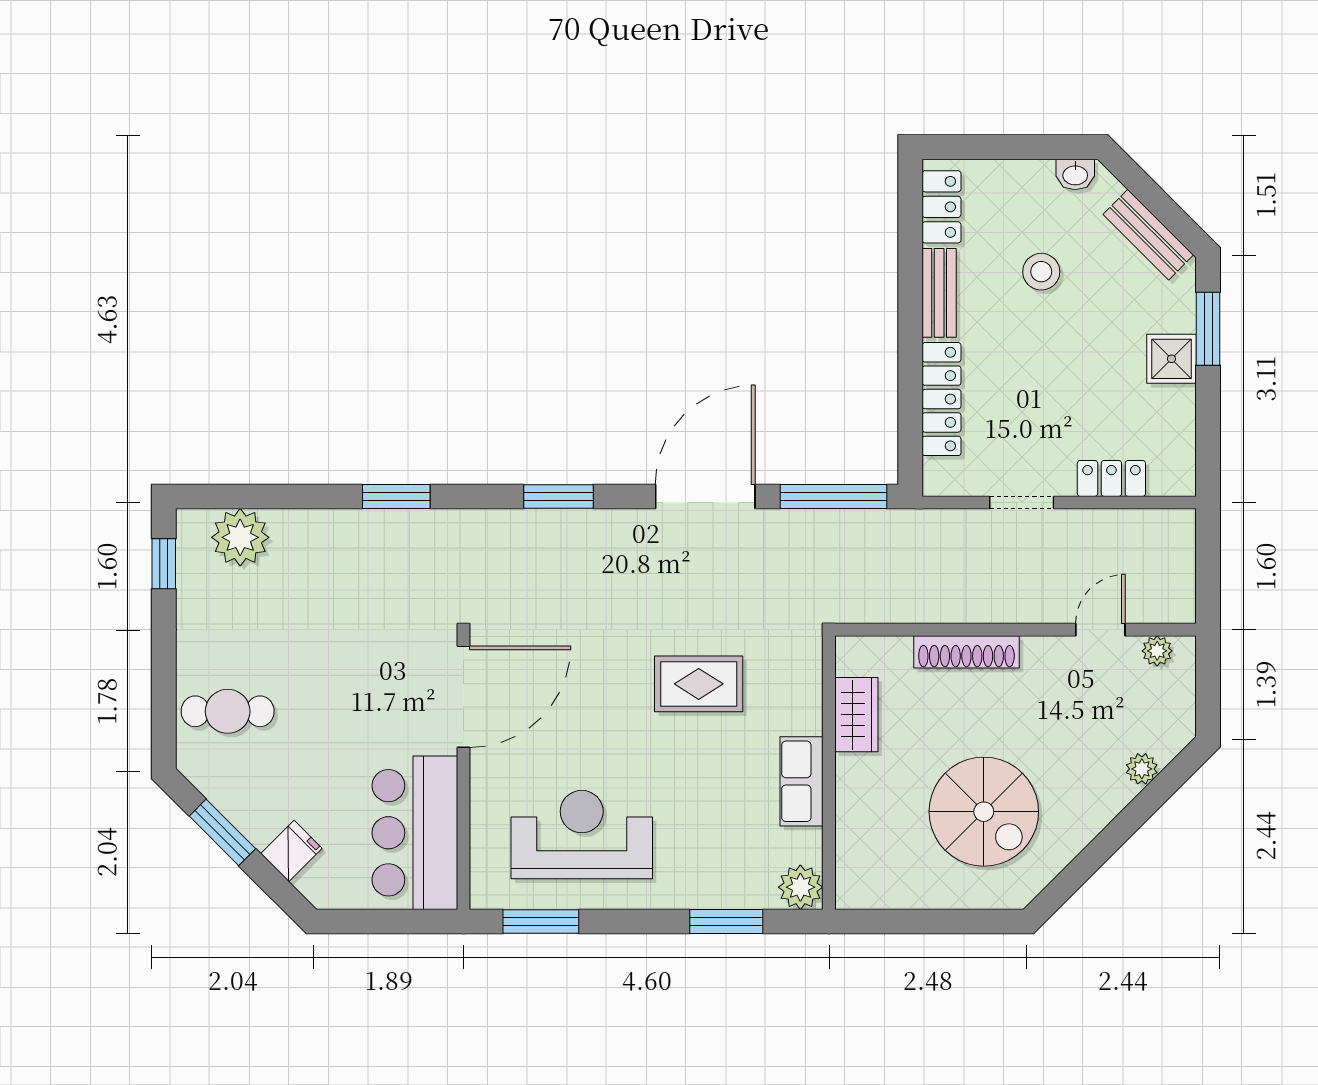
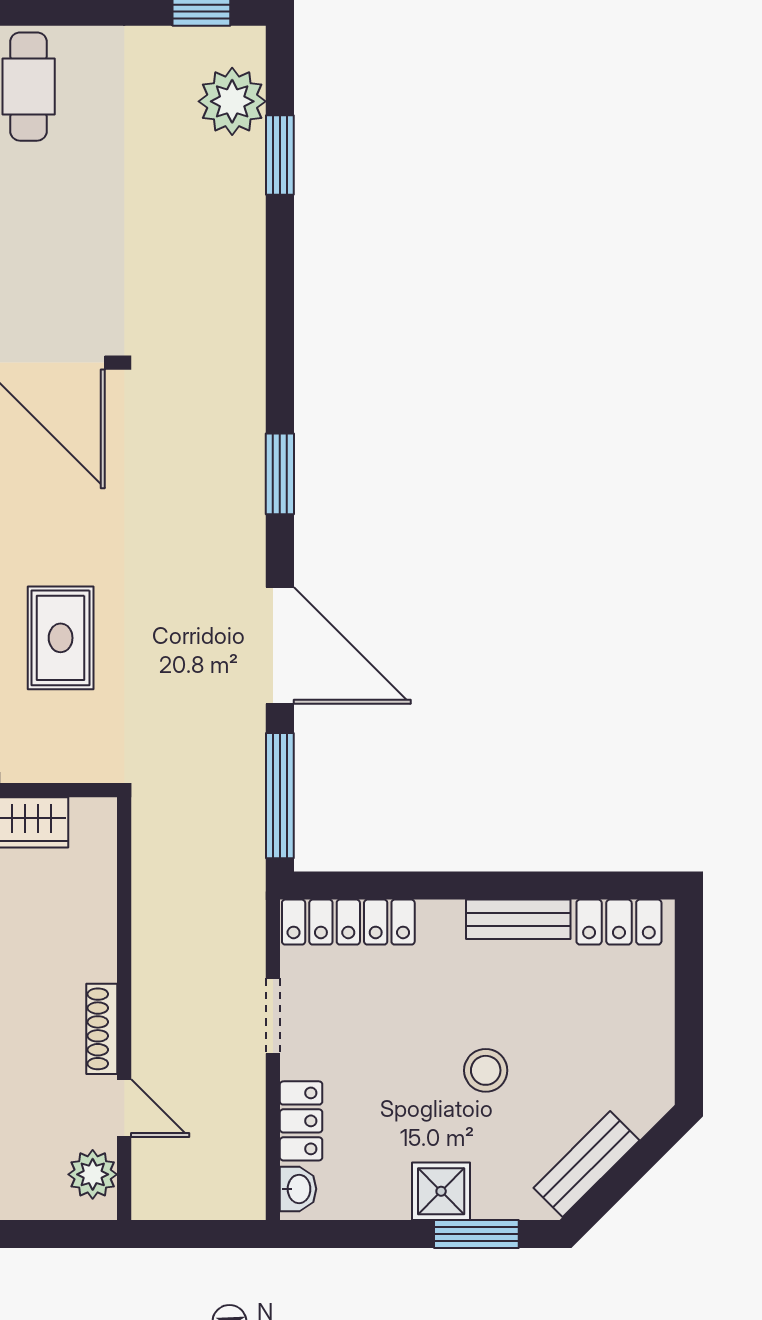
washbasin: (1075, 174) -> (298, 1189), moved, turned 180
stool: (1041, 272) -> (486, 1070), moved
locker: (942, 399) -> (348, 922), moved
window: (396, 497) -> (280, 155), moved
plant: (1157, 651) -> (93, 1174), width x1.38, depth x1.38
shoe rack: (966, 652) -> (102, 1029), moved, width x0.74, depth x0.81

